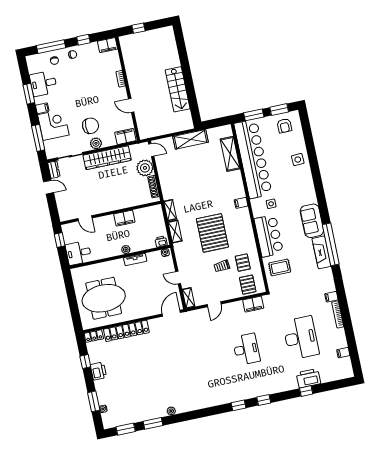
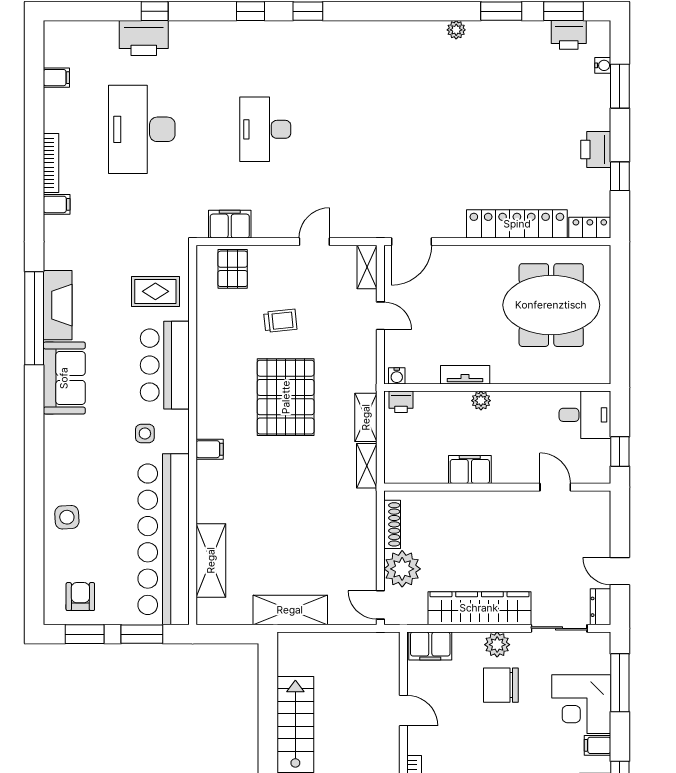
pallet: (243, 263) -> (233, 319), removed
printer: (121, 419) -> (569, 35), added

